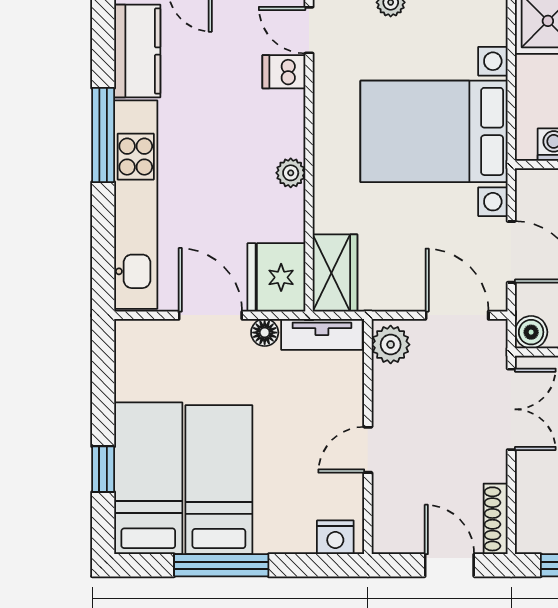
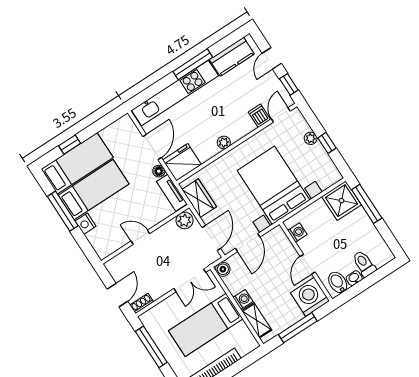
wardrobe: (335, 273) -> (199, 198), moved, turned -90
shoe rack: (496, 519) -> (142, 303), width x0.70
nightstand: (335, 537) -> (86, 224), moved

